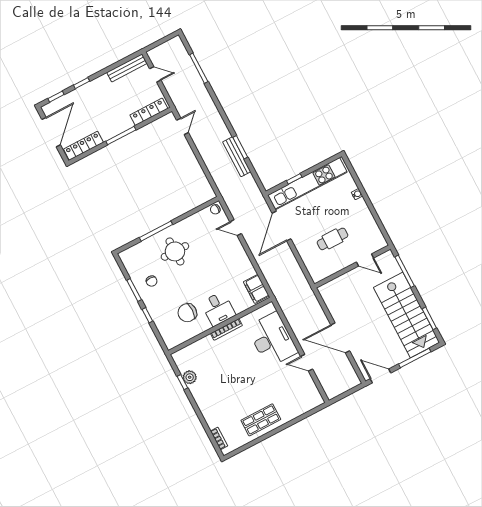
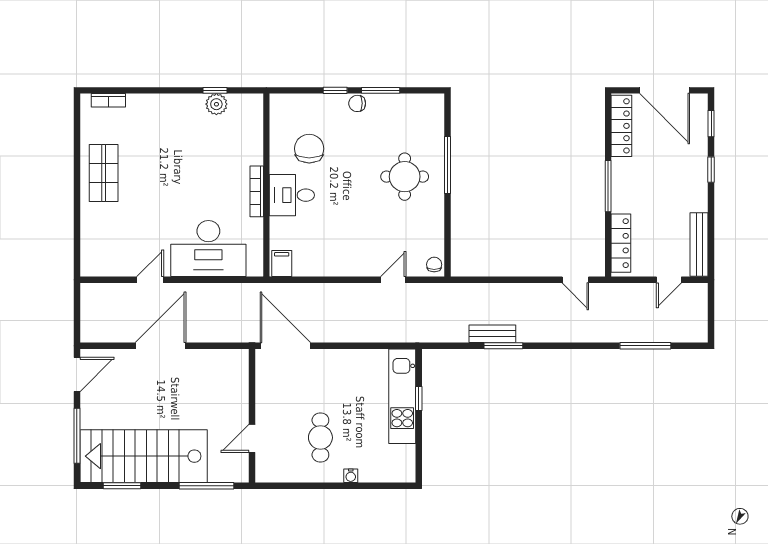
bench: (237, 157) -> (492, 334), width x0.73
kitchen unit: (307, 184) -> (402, 396), width x0.73
door: (282, 226) -> (285, 346), moved
cafe table: (332, 239) -> (320, 438), moved
chair: (152, 281) -> (357, 103), moved
filing cabinet: (256, 289) -> (282, 264), width x0.50

